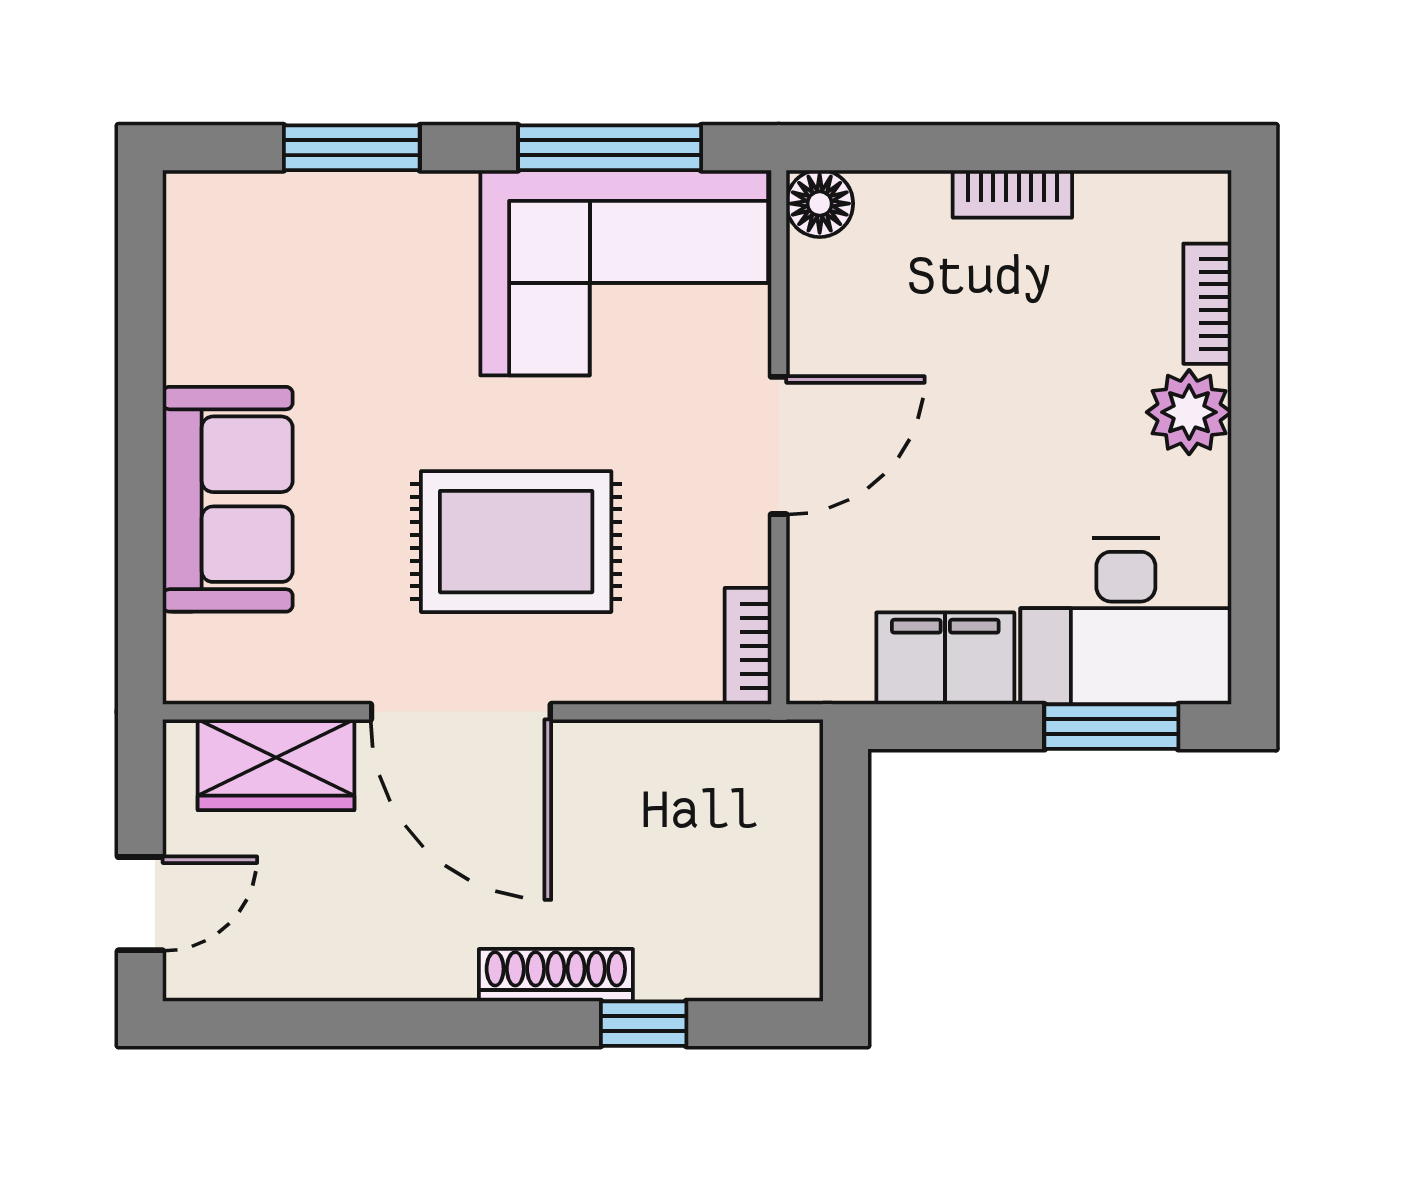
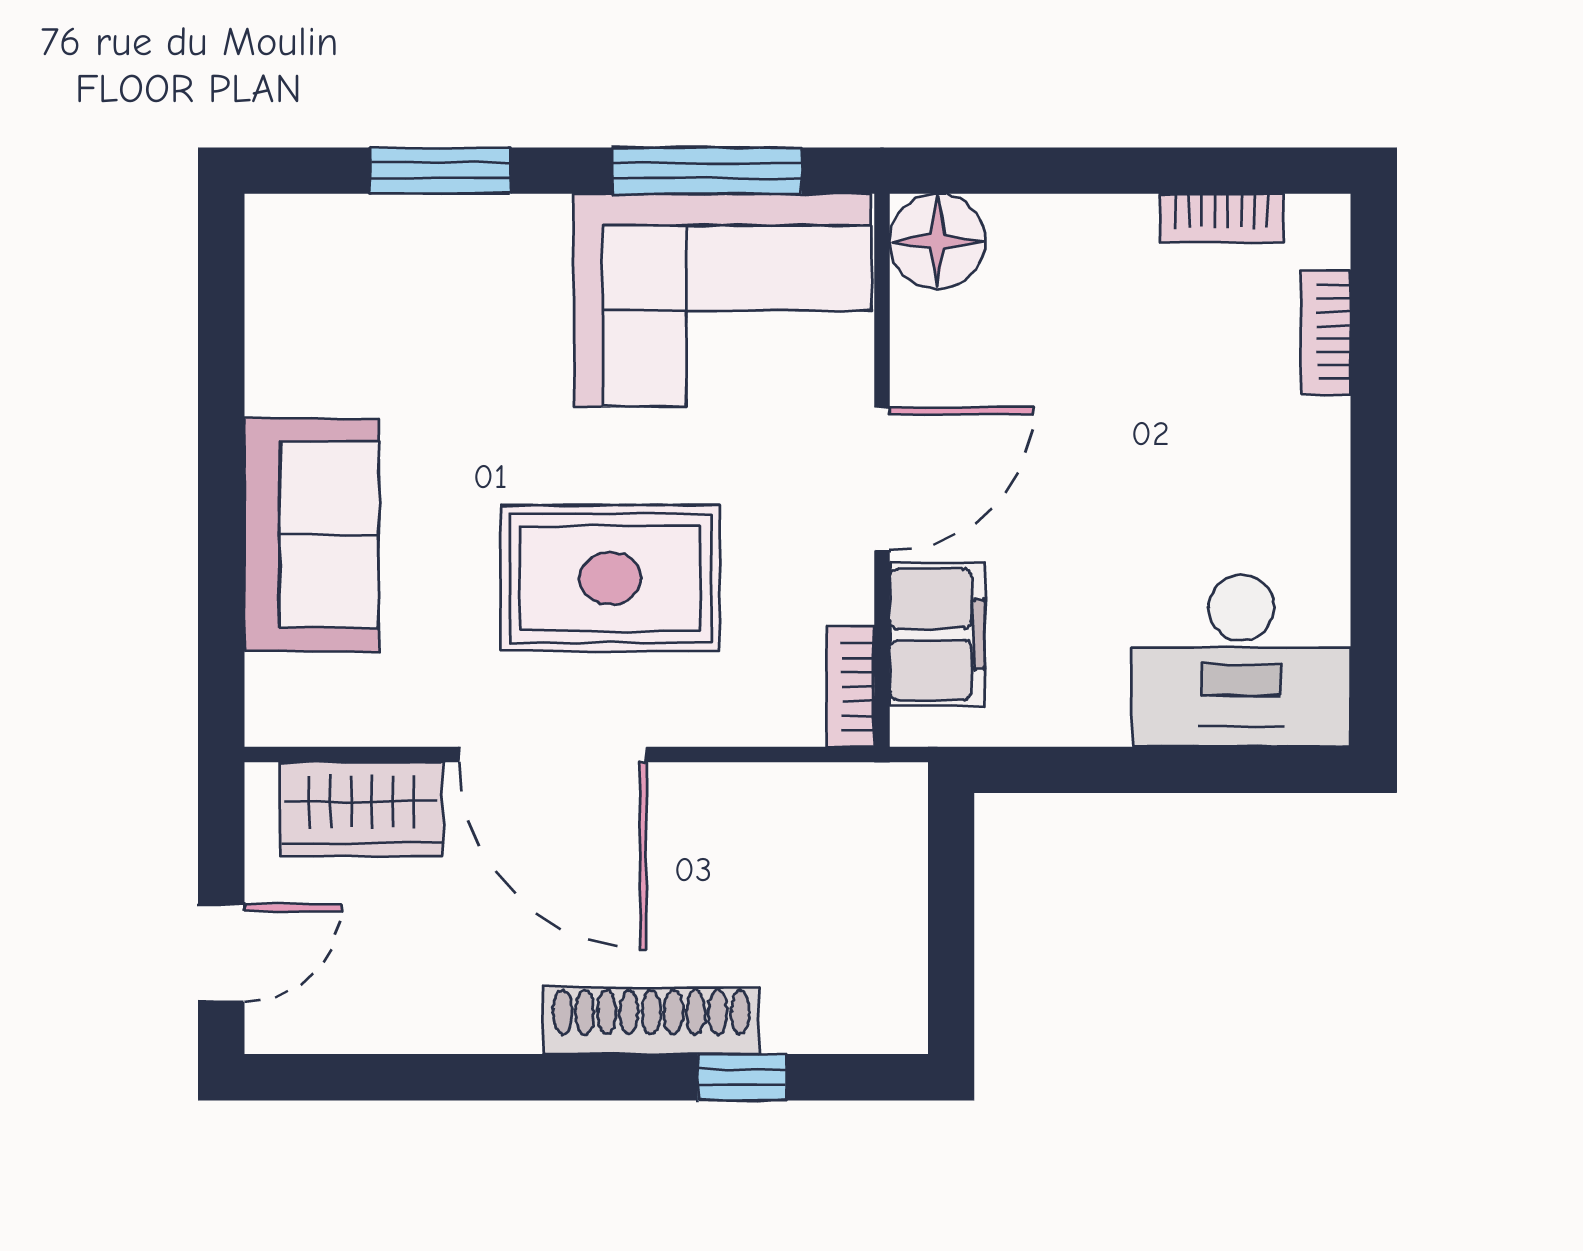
bookcase: (1012, 194) -> (1222, 218), moved
floor lamp: (820, 204) -> (937, 241), width x1.38, depth x1.38
plant: (1189, 412) -> (1307, 444), removed
filing cabinet: (945, 658) -> (937, 634), moved, turned 90
window: (1111, 727) -> (1226, 770), removed
shoe rack: (556, 975) -> (651, 1021), width x1.36, depth x1.24

